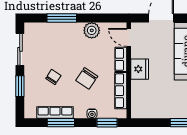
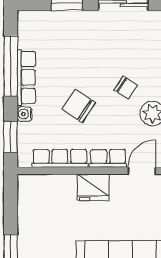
chair: (53, 77) -> (126, 88), moved
row of seats: (55, 113) -> (26, 77), moved
window: (61, 123) -> (11, 66), width x1.46

